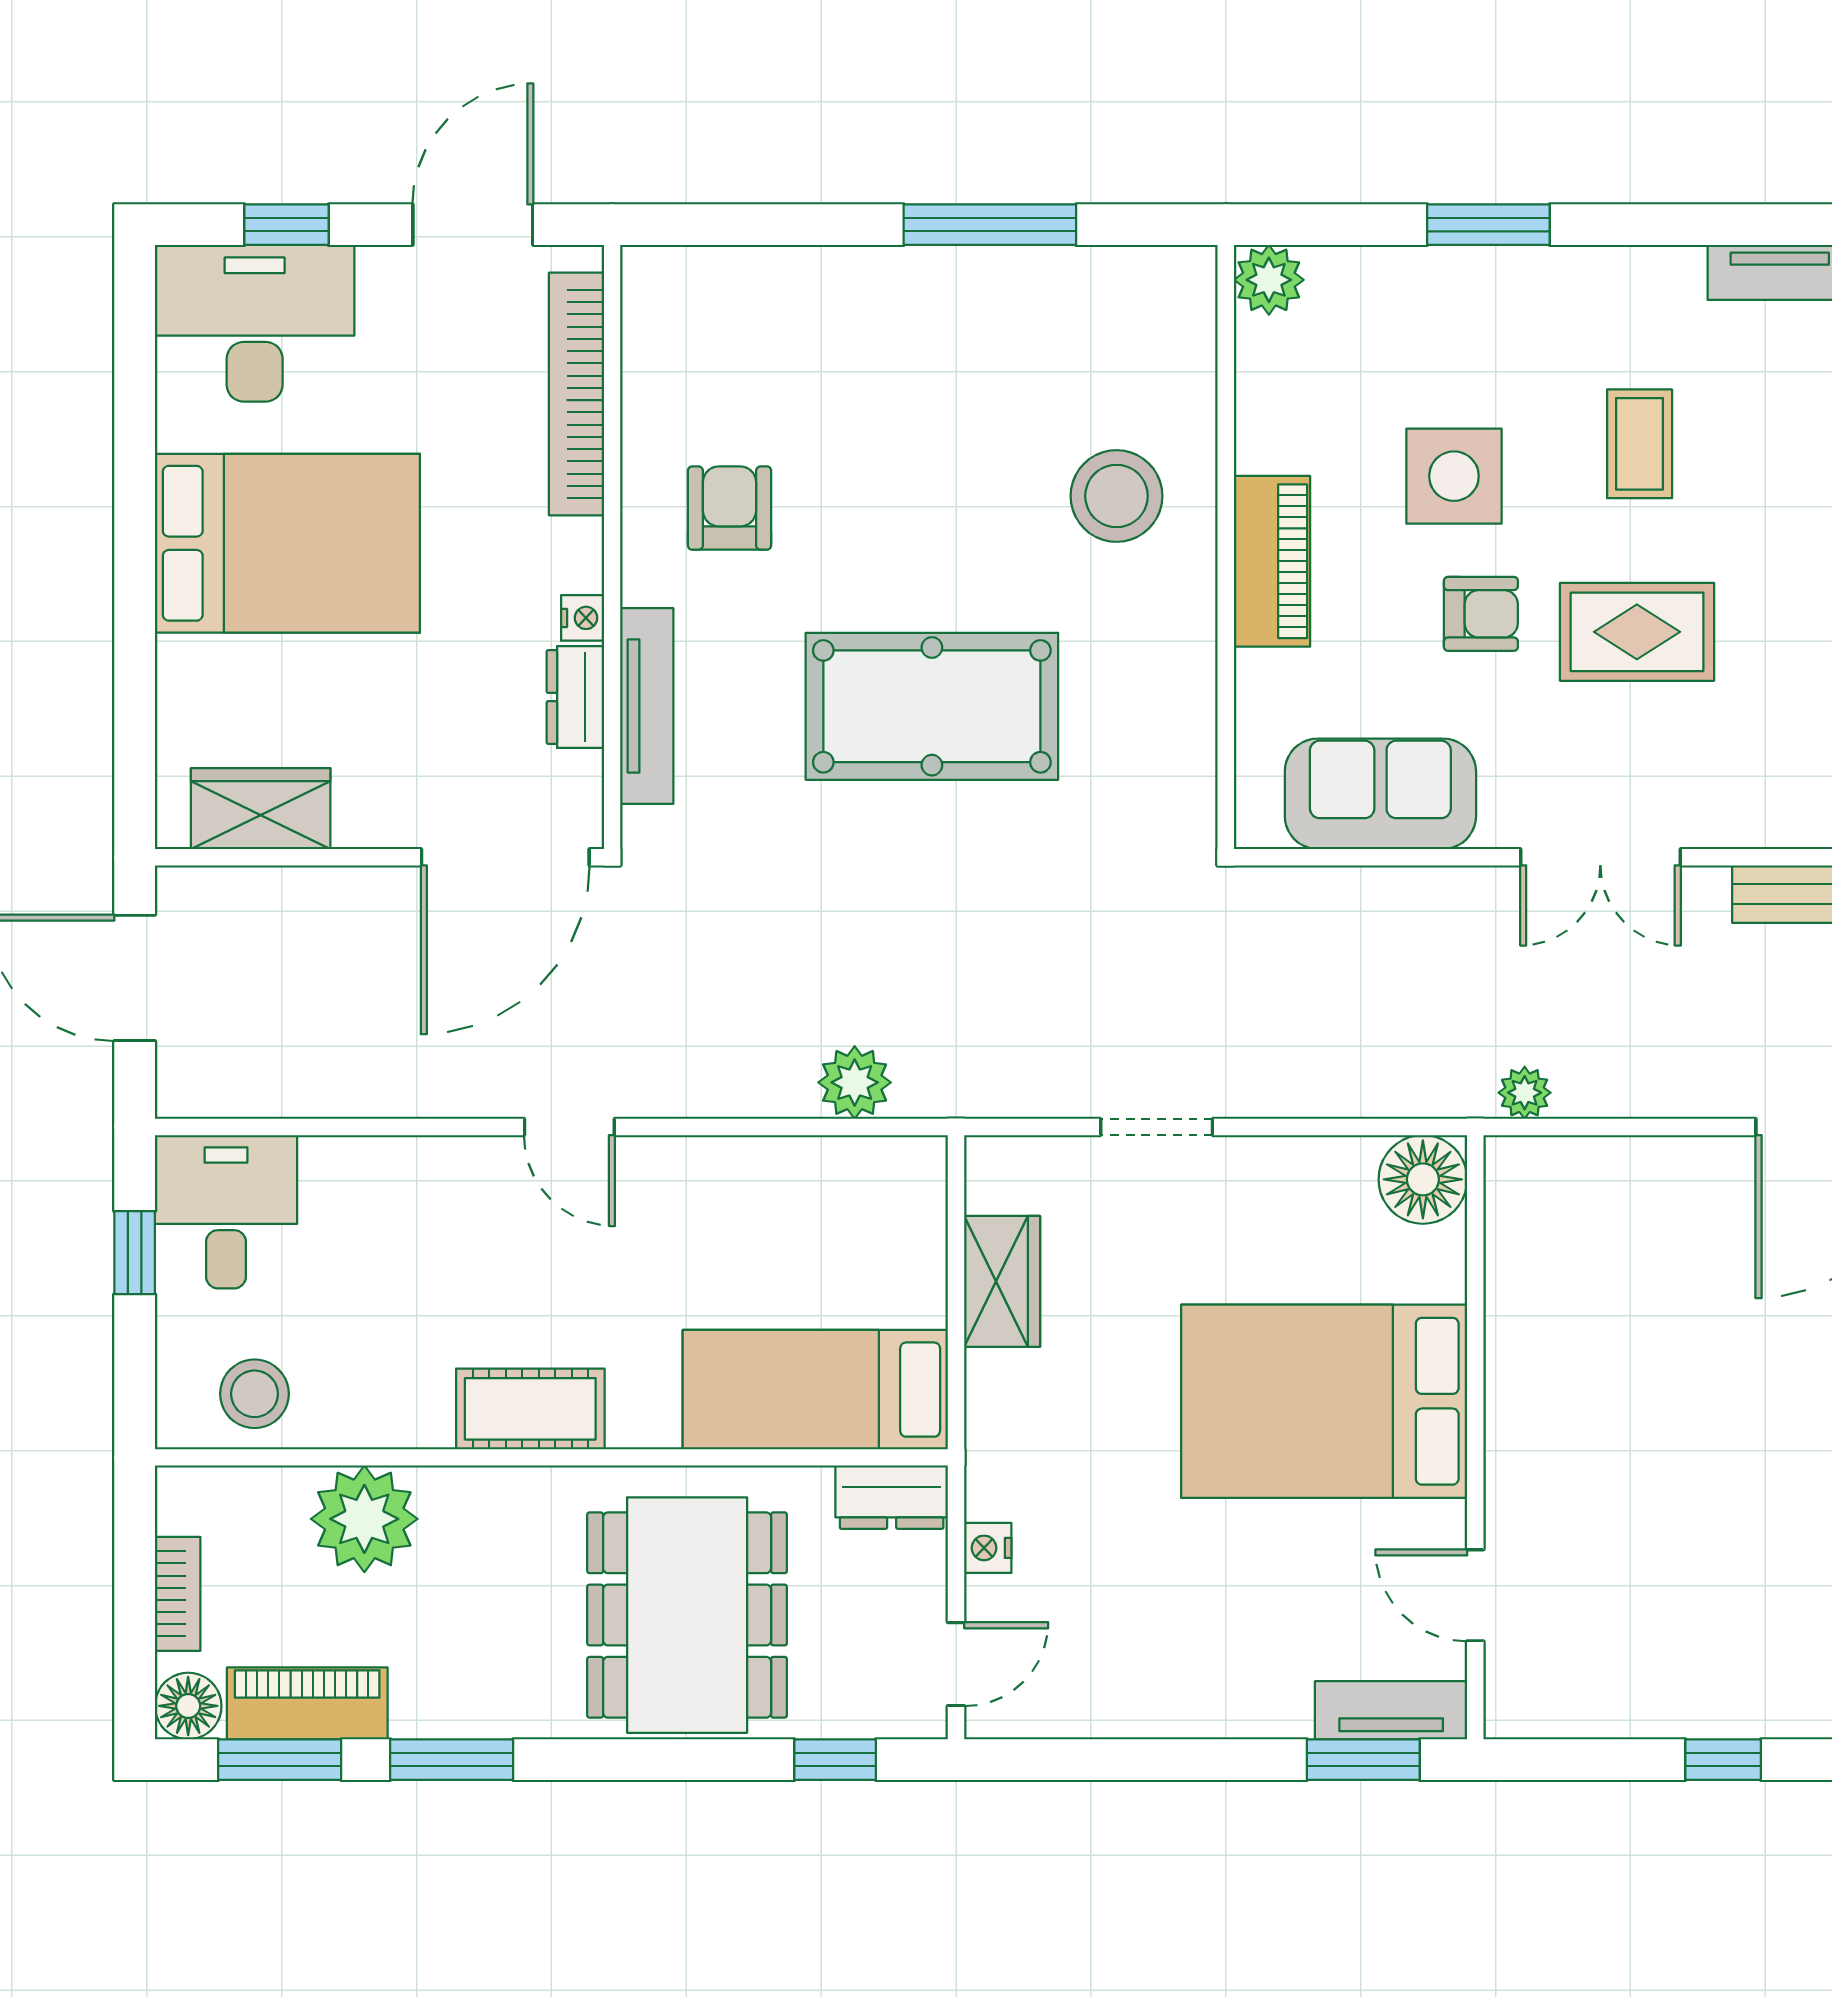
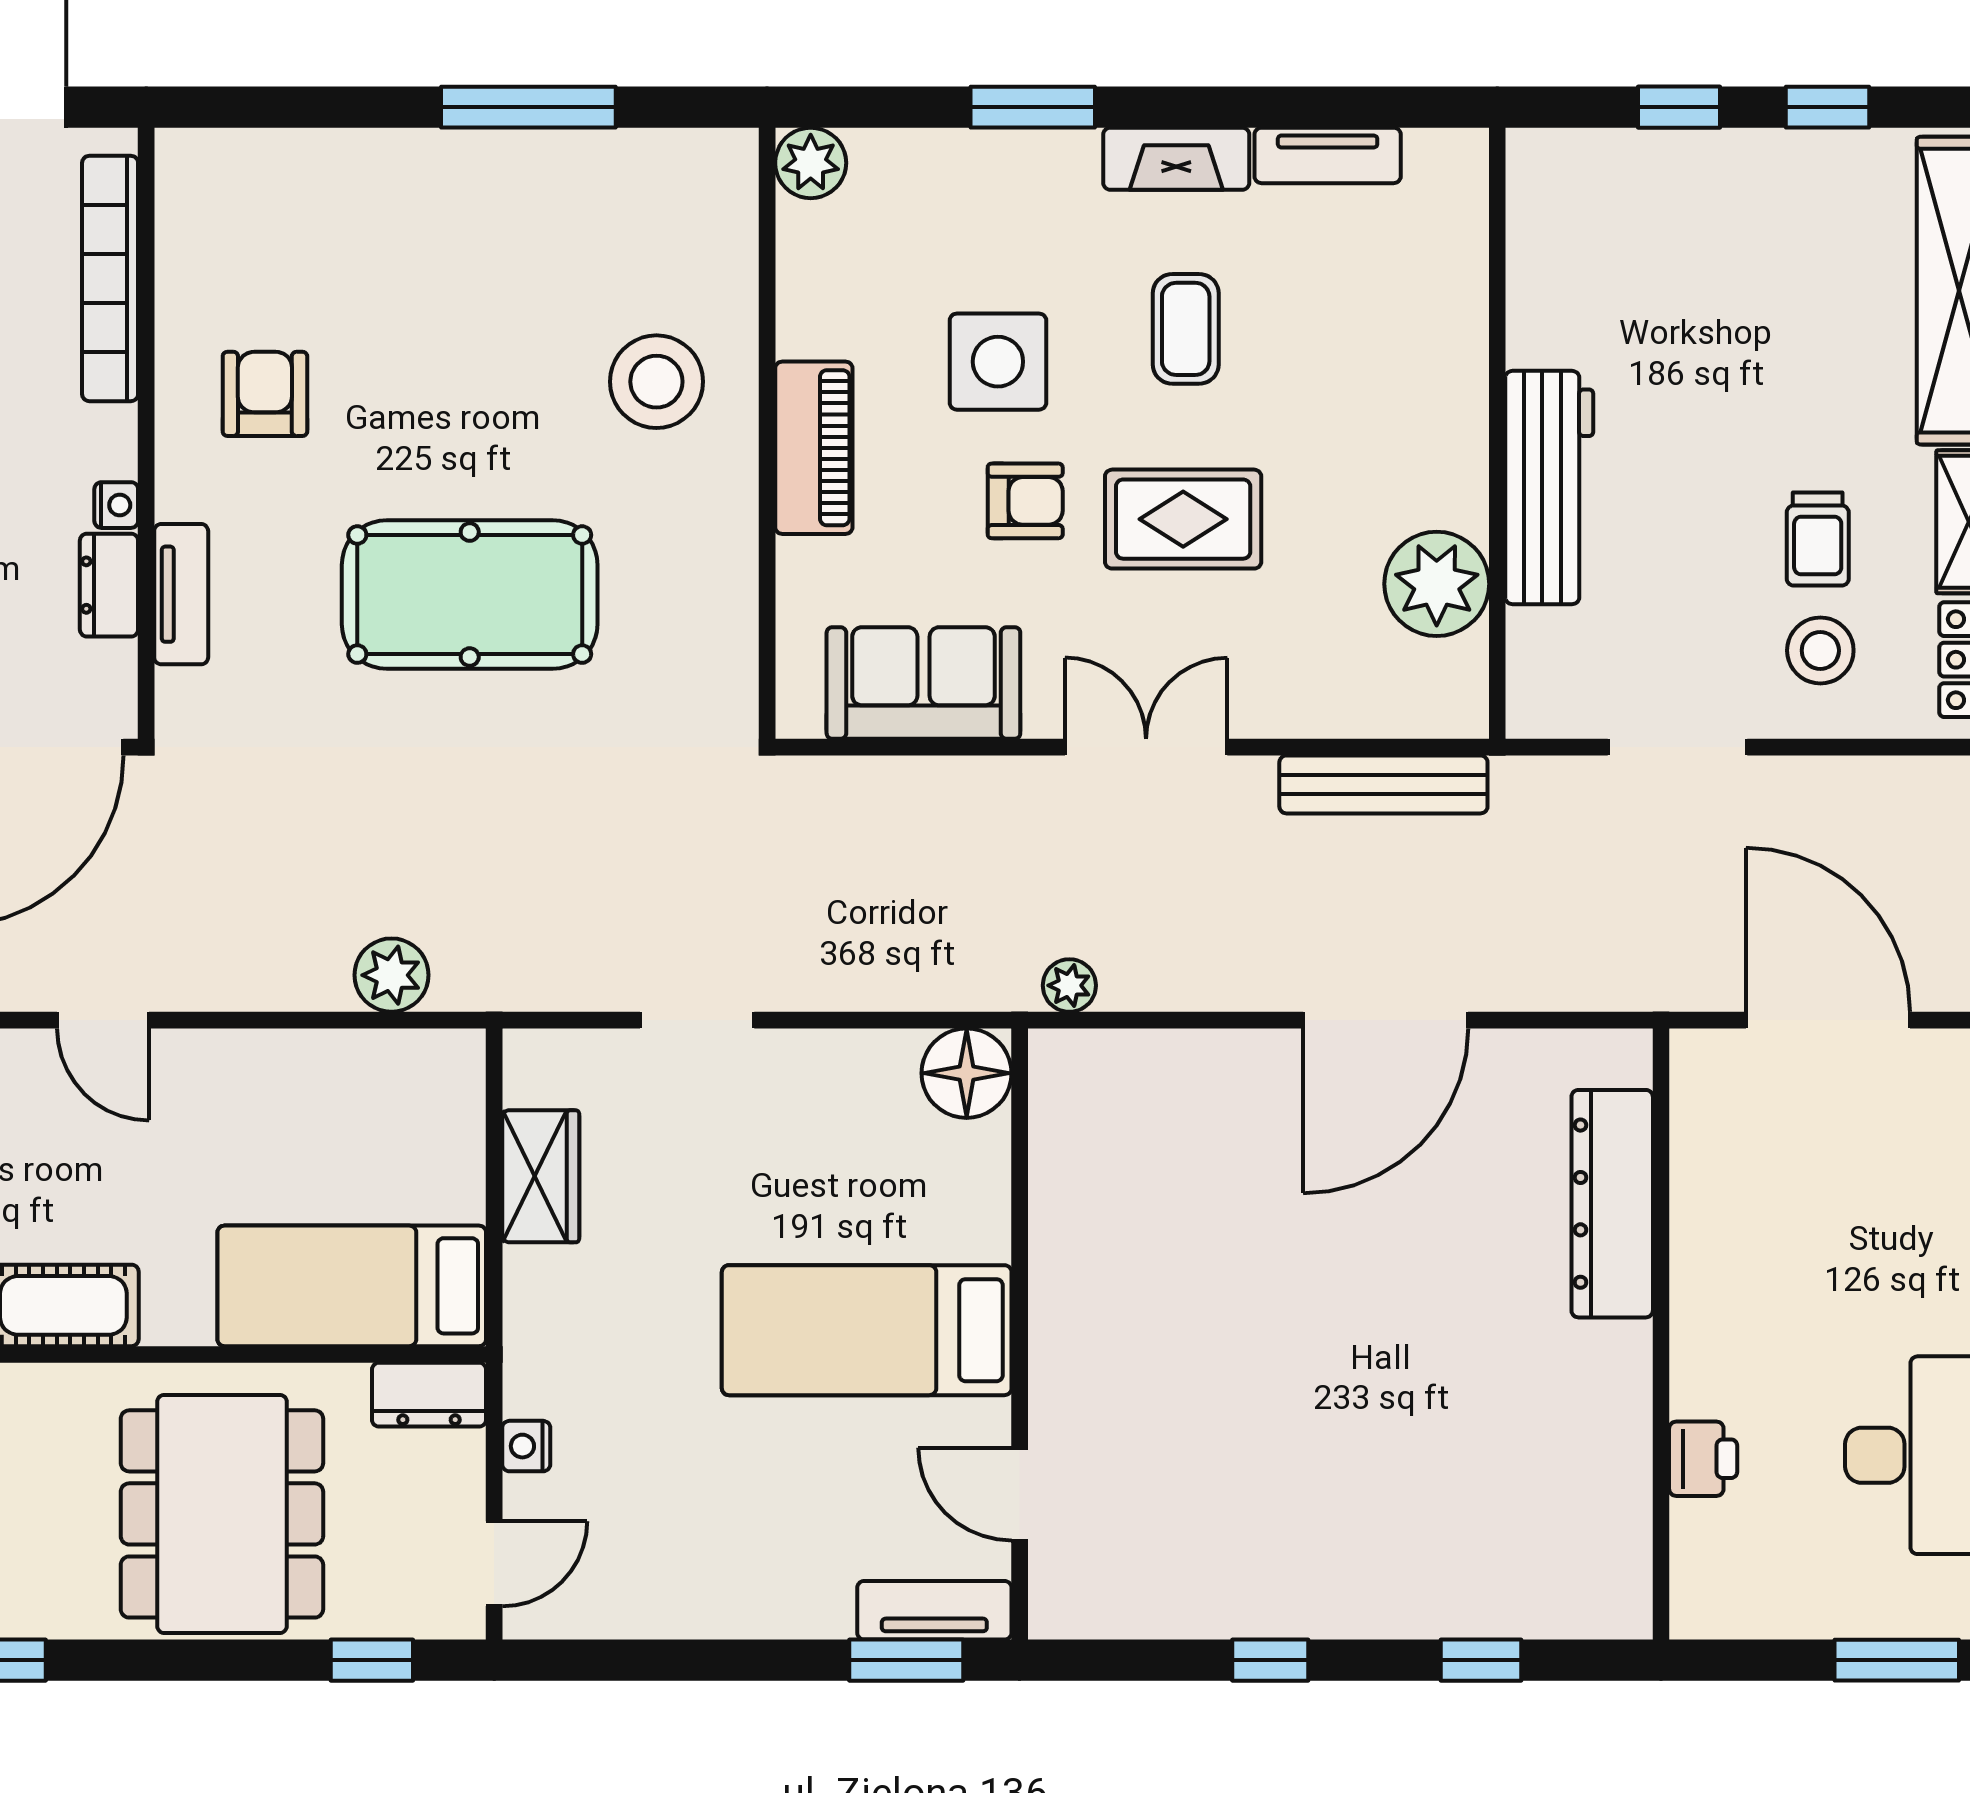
fireplace: (1630, 276) -> (1176, 159), added
tv unit: (647, 706) -> (181, 594), width x0.71
double door: (1600, 857) -> (1146, 747), swing flipped
bed: (1324, 1401) -> (867, 1330), width x0.67

